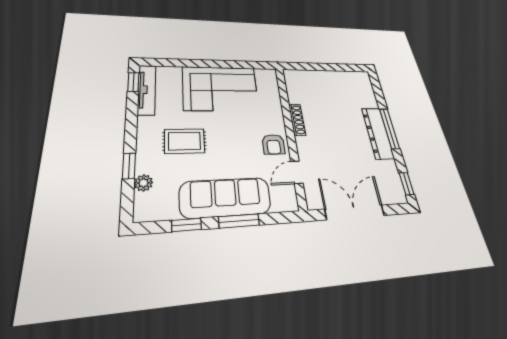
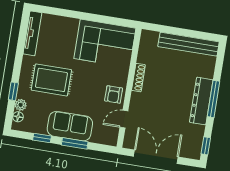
bench: (338, 78) -> (189, 44), added
window: (133, 82) -> (24, 25), removed
corner sofa: (220, 88) -> (105, 43), moved
rug: (184, 141) -> (51, 80), width x1.36, depth x1.43
sofa: (226, 198) -> (70, 126), width x0.73
floor lamp: (142, 201) -> (18, 117), added

